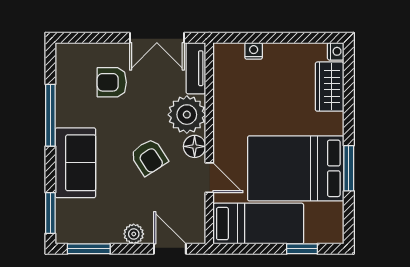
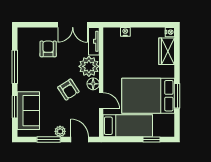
armchair: (112, 82) -> (48, 49), turned 90
sofa: (75, 163) -> (28, 111), moved
window: (50, 213) -> (15, 107), moved
window: (89, 249) -> (49, 139), moved

